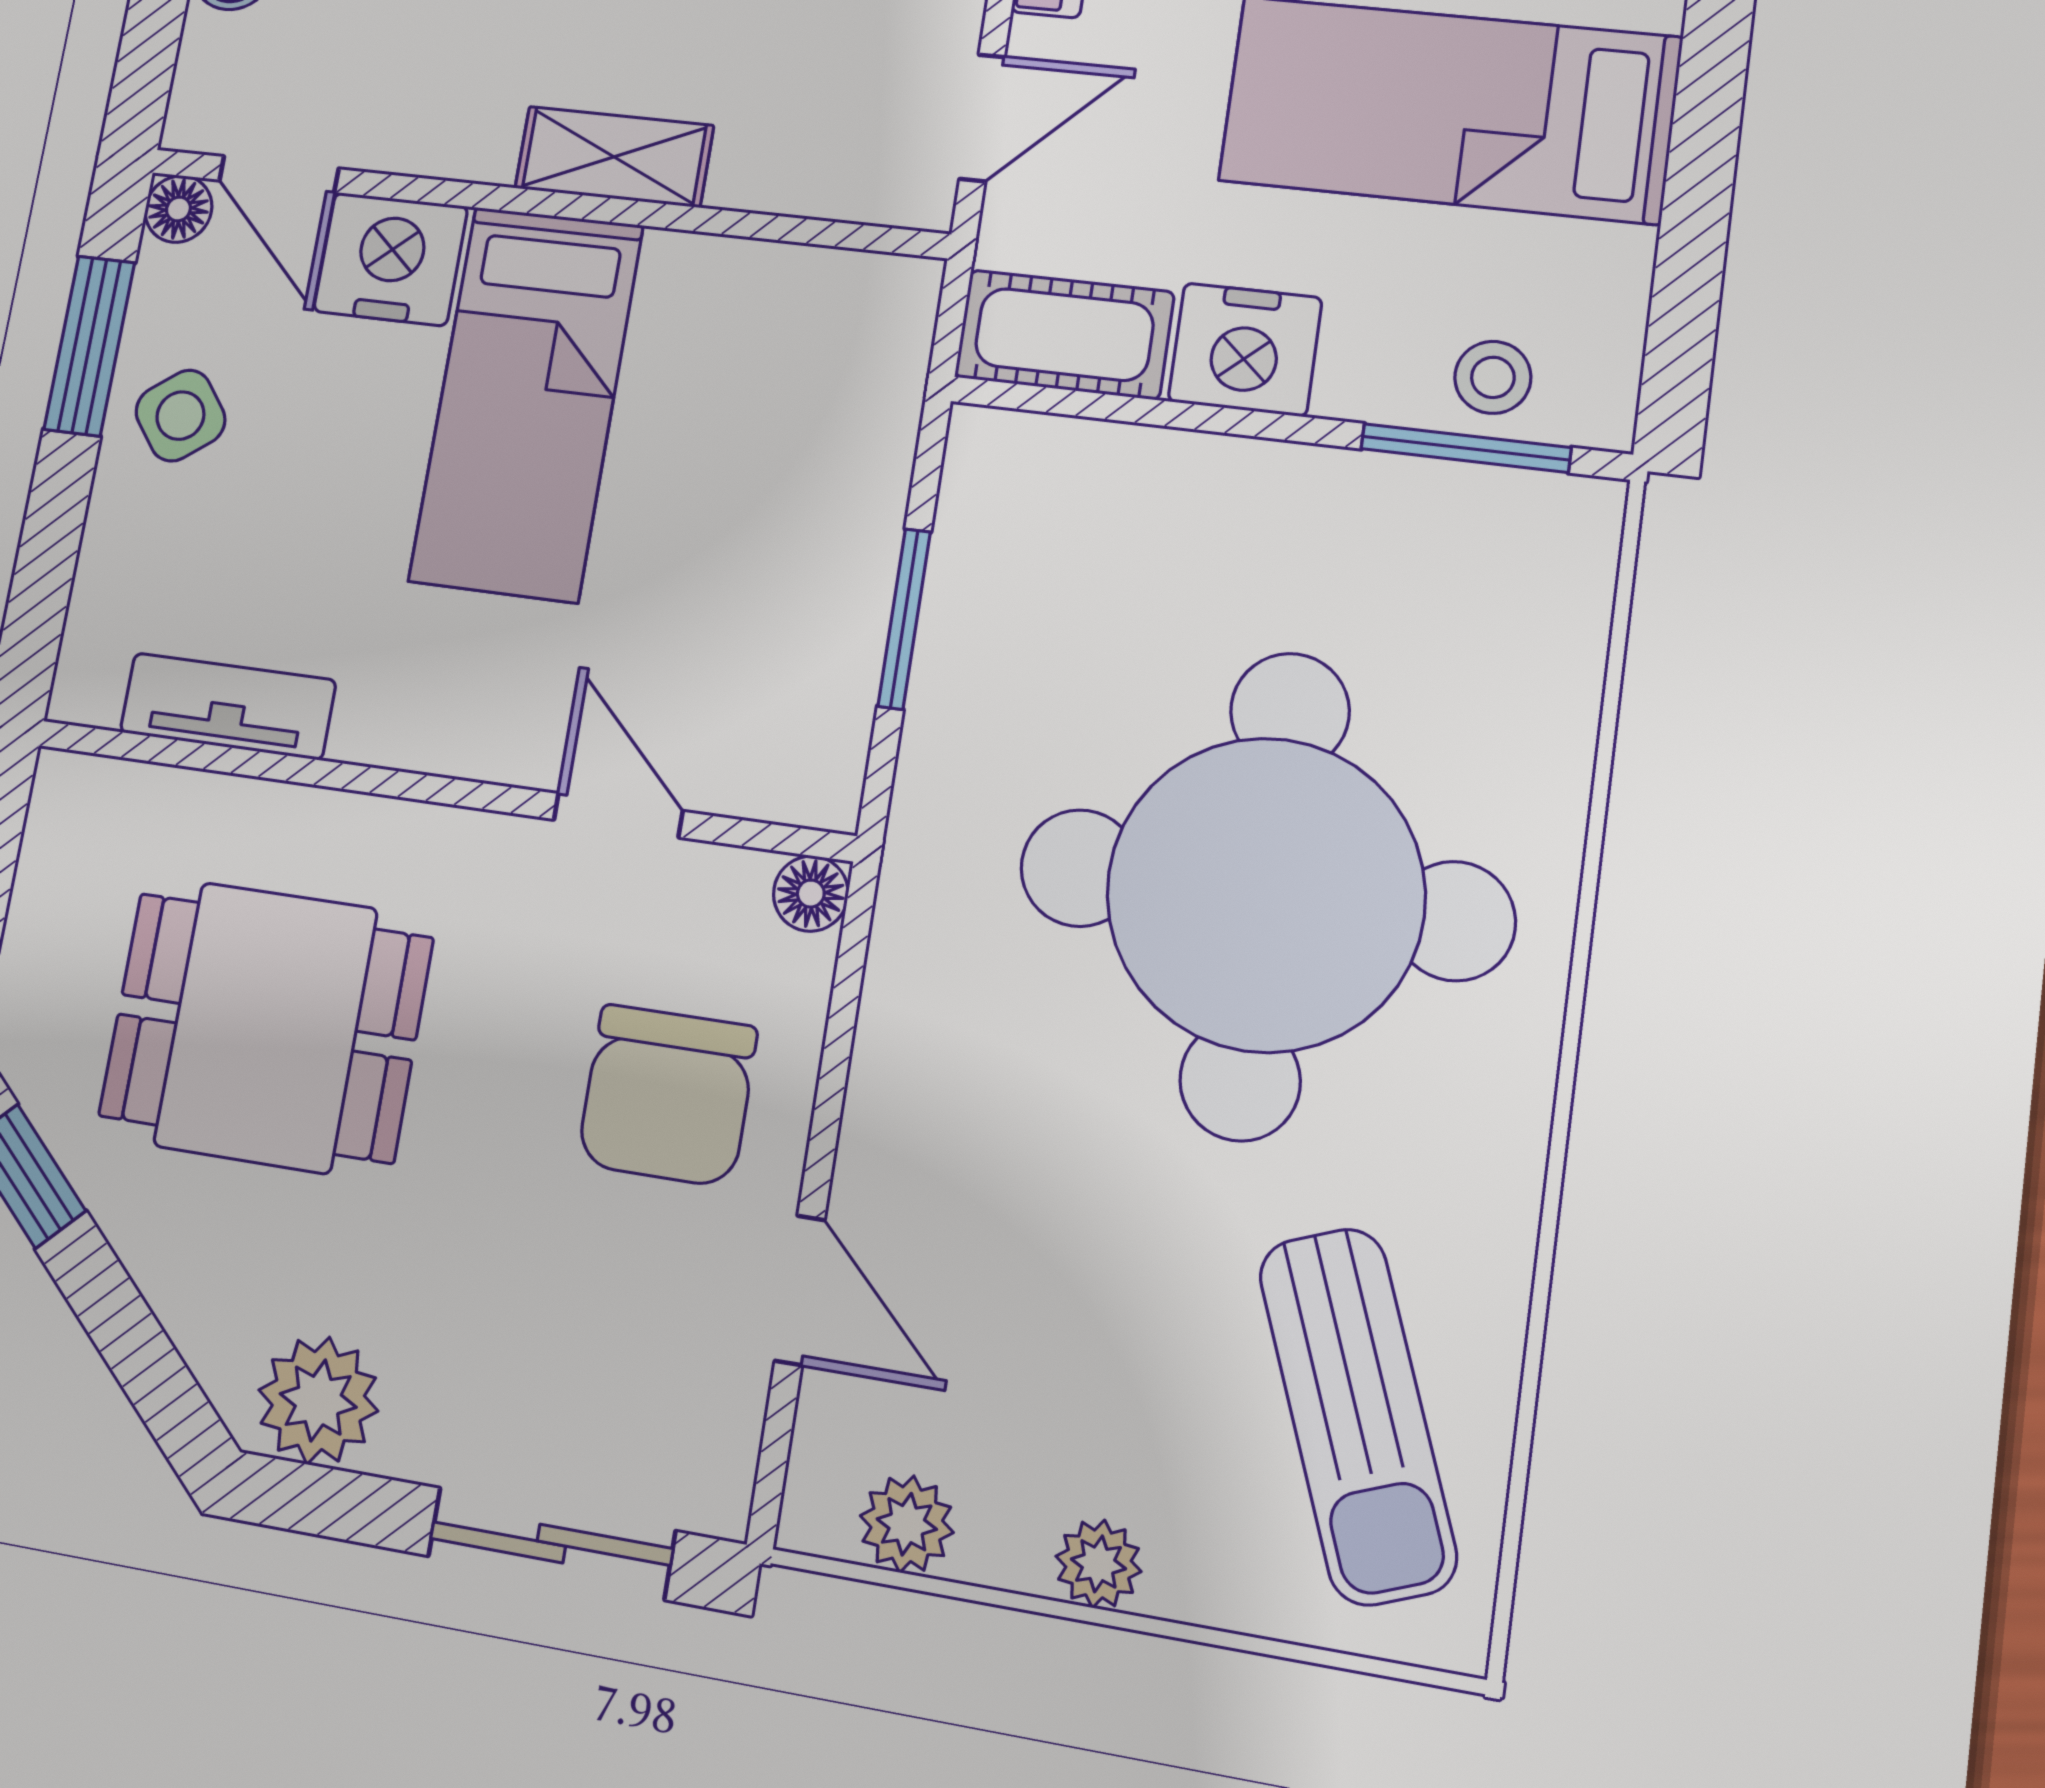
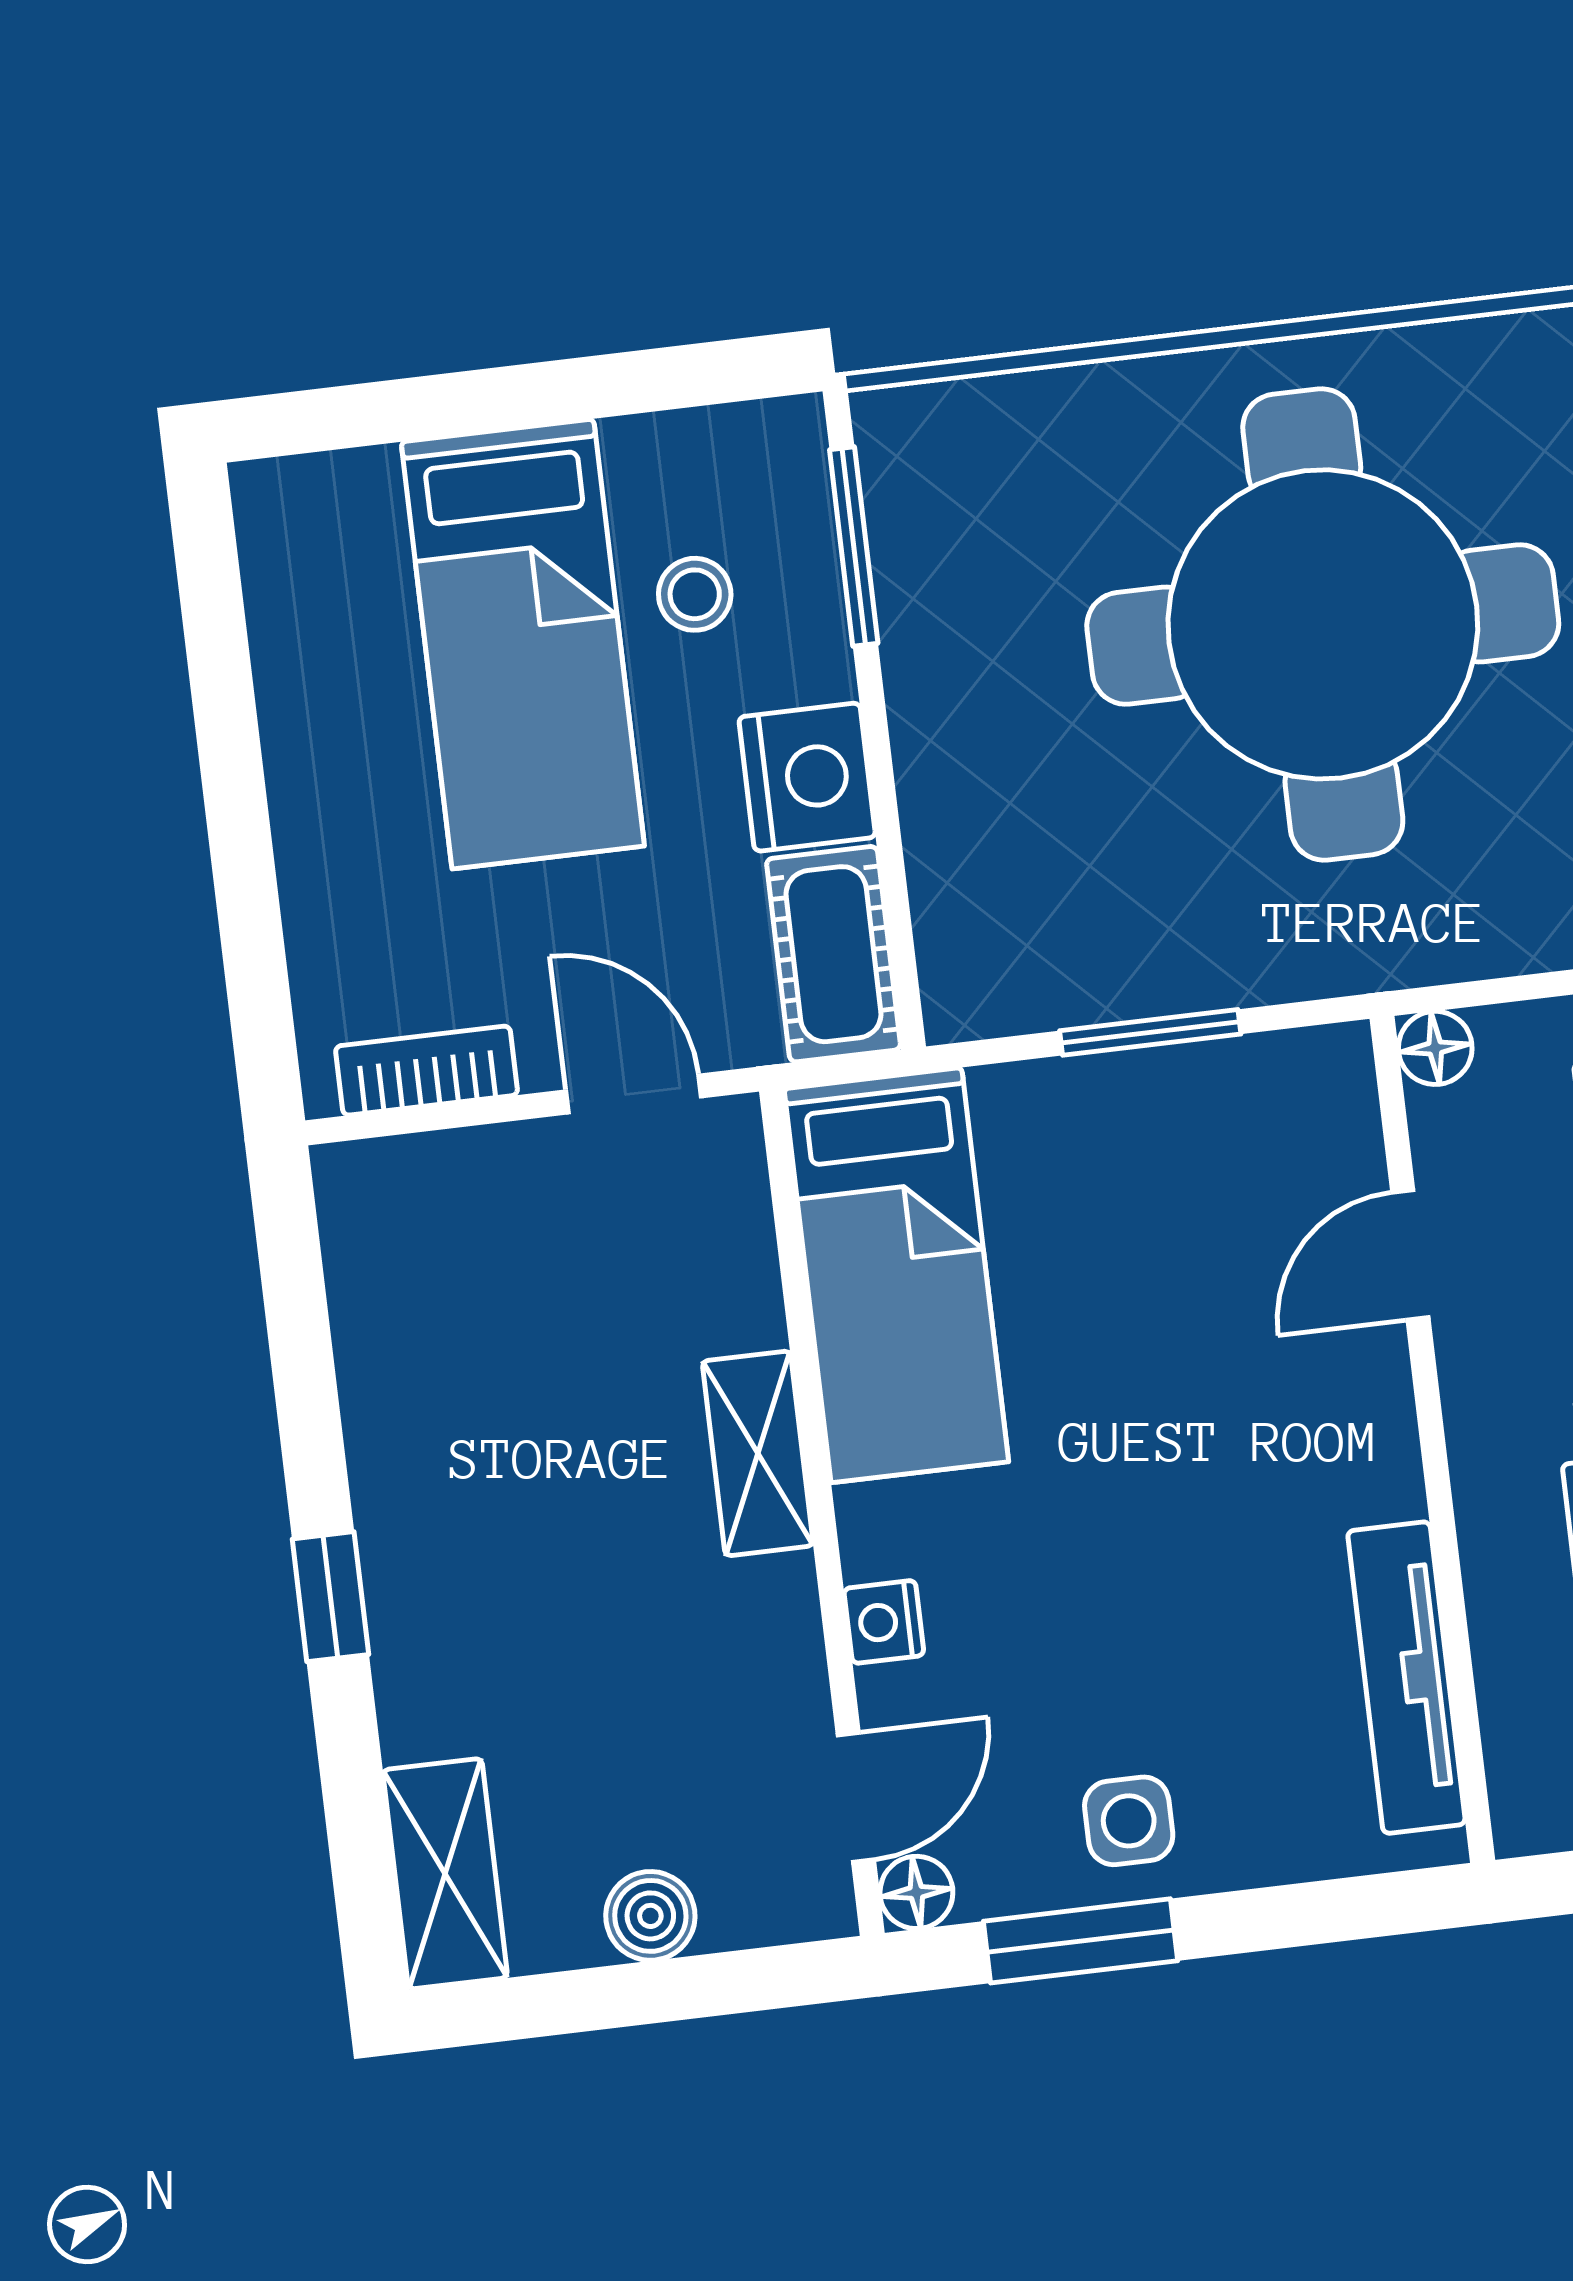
nightstand: (391, 259) -> (884, 1622), width x0.53, depth x0.56
stool: (1493, 377) -> (695, 594), moved
bed: (526, 403) -> (896, 1275), moved, turned 90
side table: (180, 416) -> (1129, 1821), turned 37
tv unit: (228, 706) -> (1406, 1678), width x1.41

